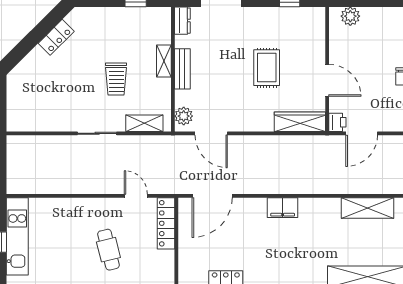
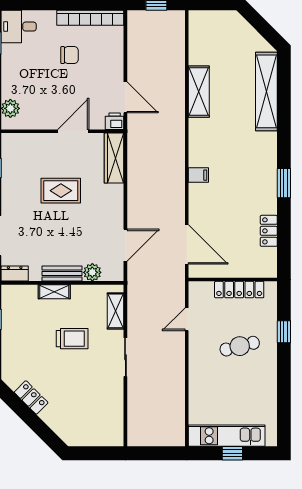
plant: (184, 116) -> (92, 272), moved
filing cabinet: (283, 208) -> (198, 175), width x0.50
locker: (166, 223) -> (239, 290), moved

